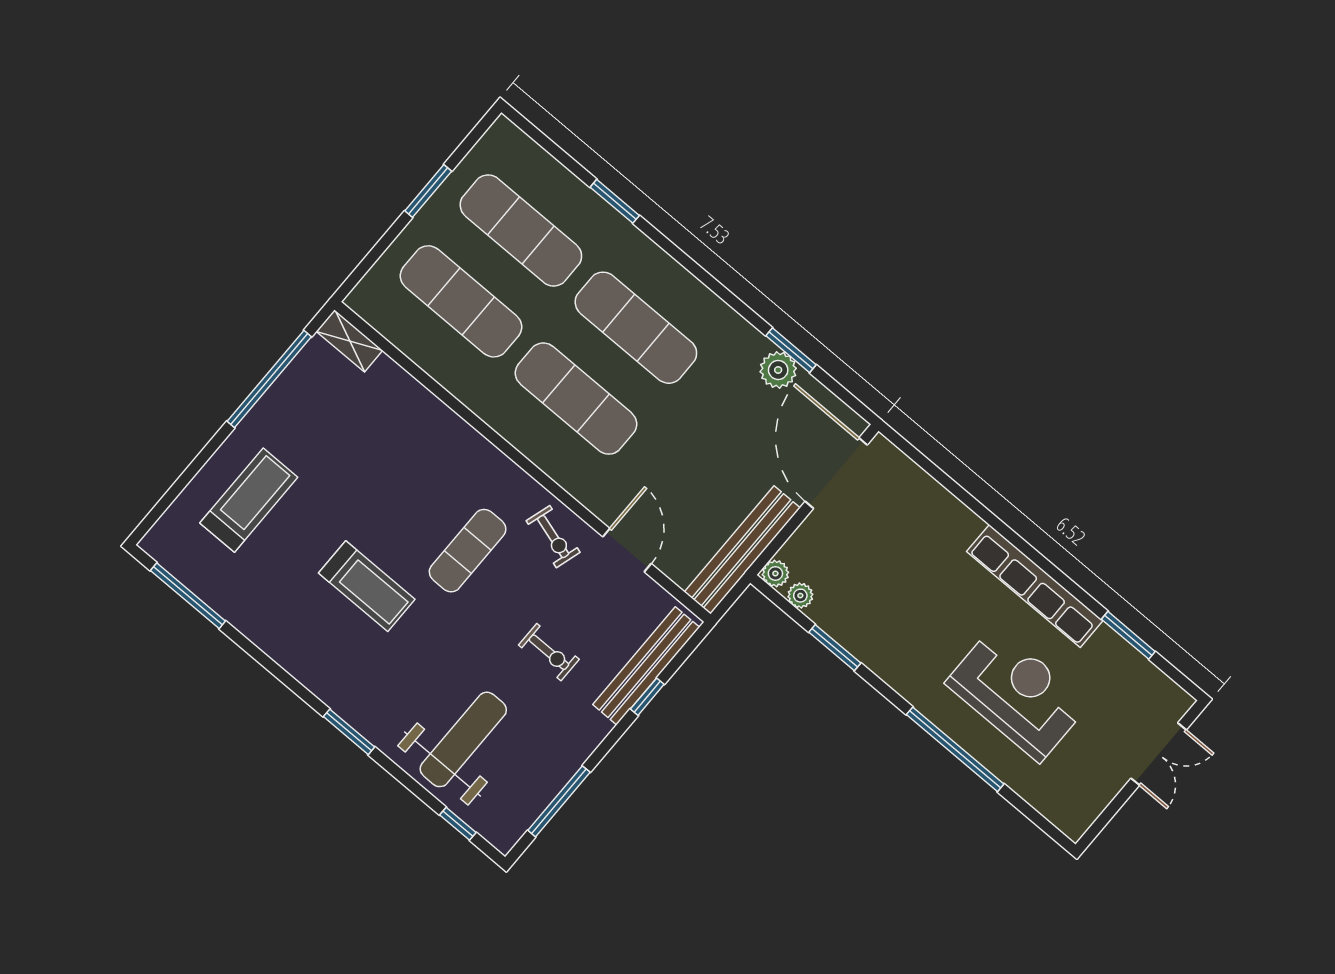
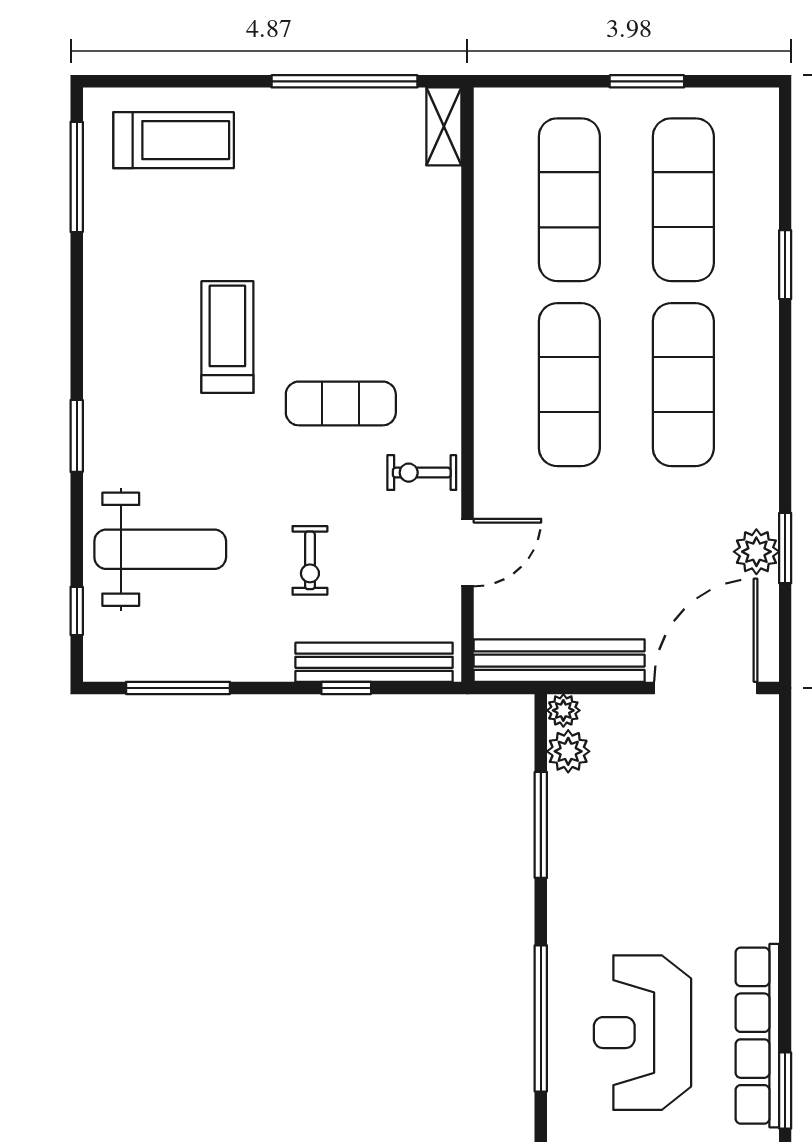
treadmill: (249, 500) -> (174, 140), moved
exercise bike: (553, 537) -> (422, 473), turned 73
treadmill: (367, 586) -> (227, 337), turned 180
row of seats: (1035, 586) -> (757, 1036), moved
plant: (800, 596) -> (568, 751), width x1.38, depth x1.38
window: (835, 648) -> (541, 825), width x1.44
reception desk: (1017, 694) -> (642, 1033), turned 180

